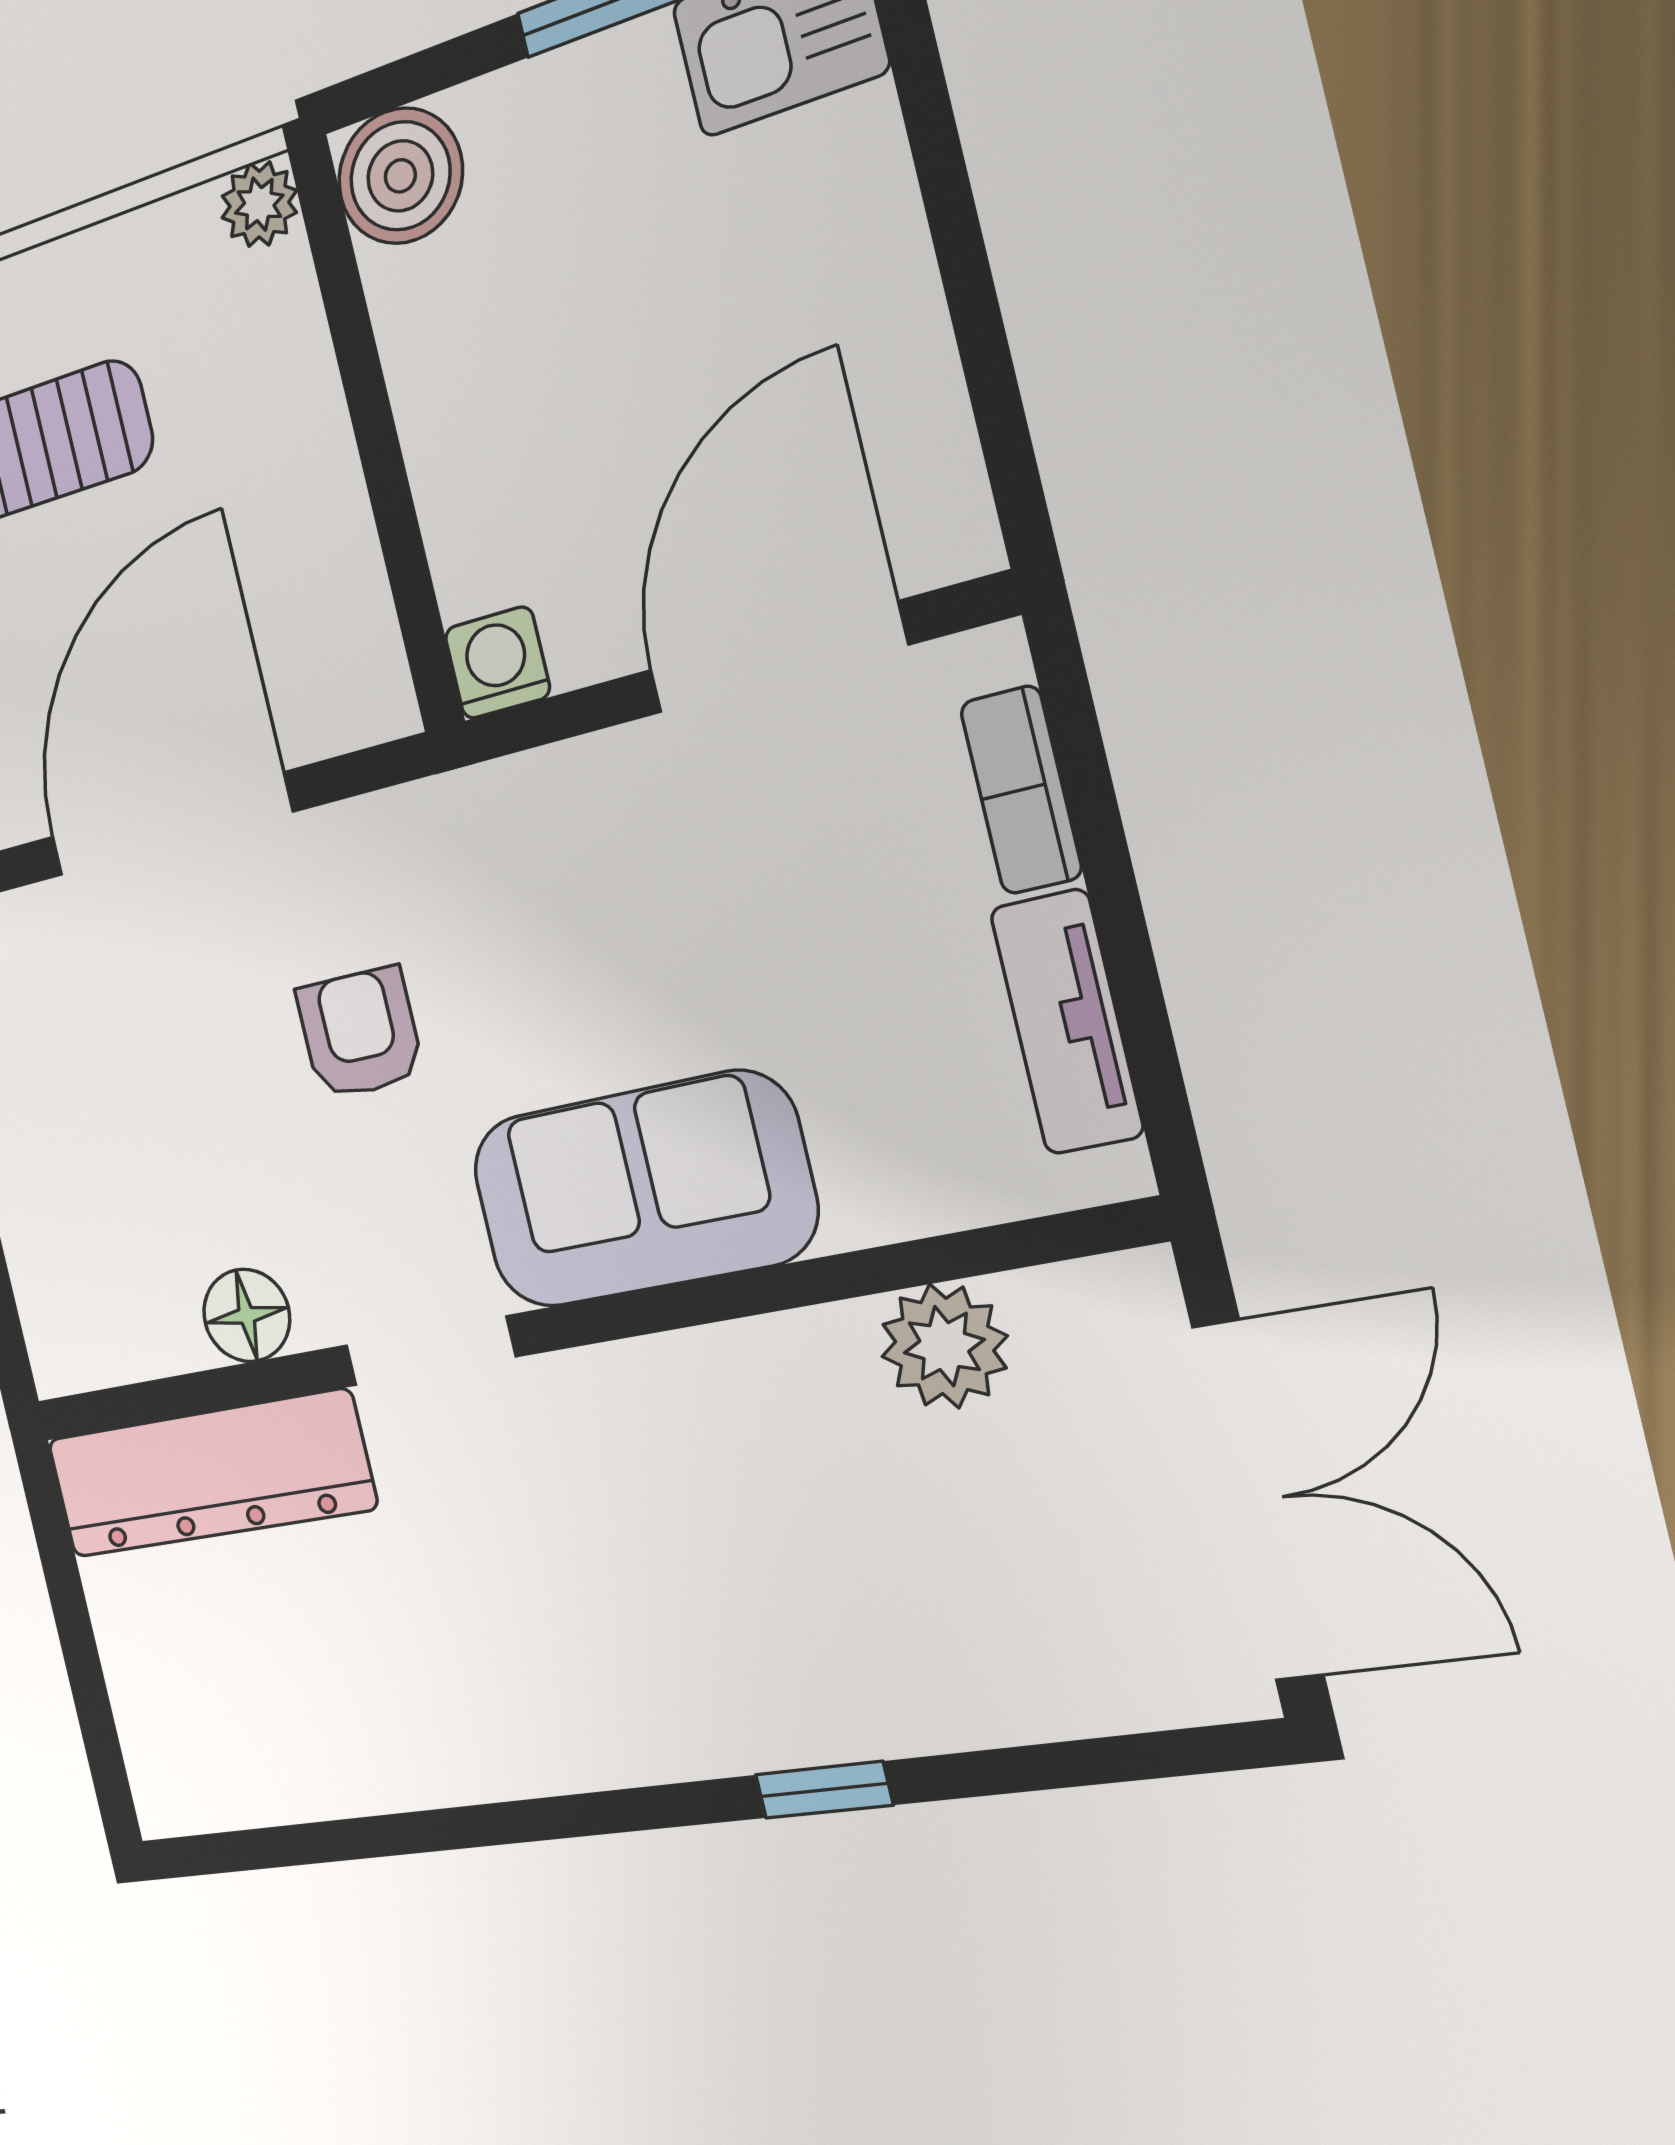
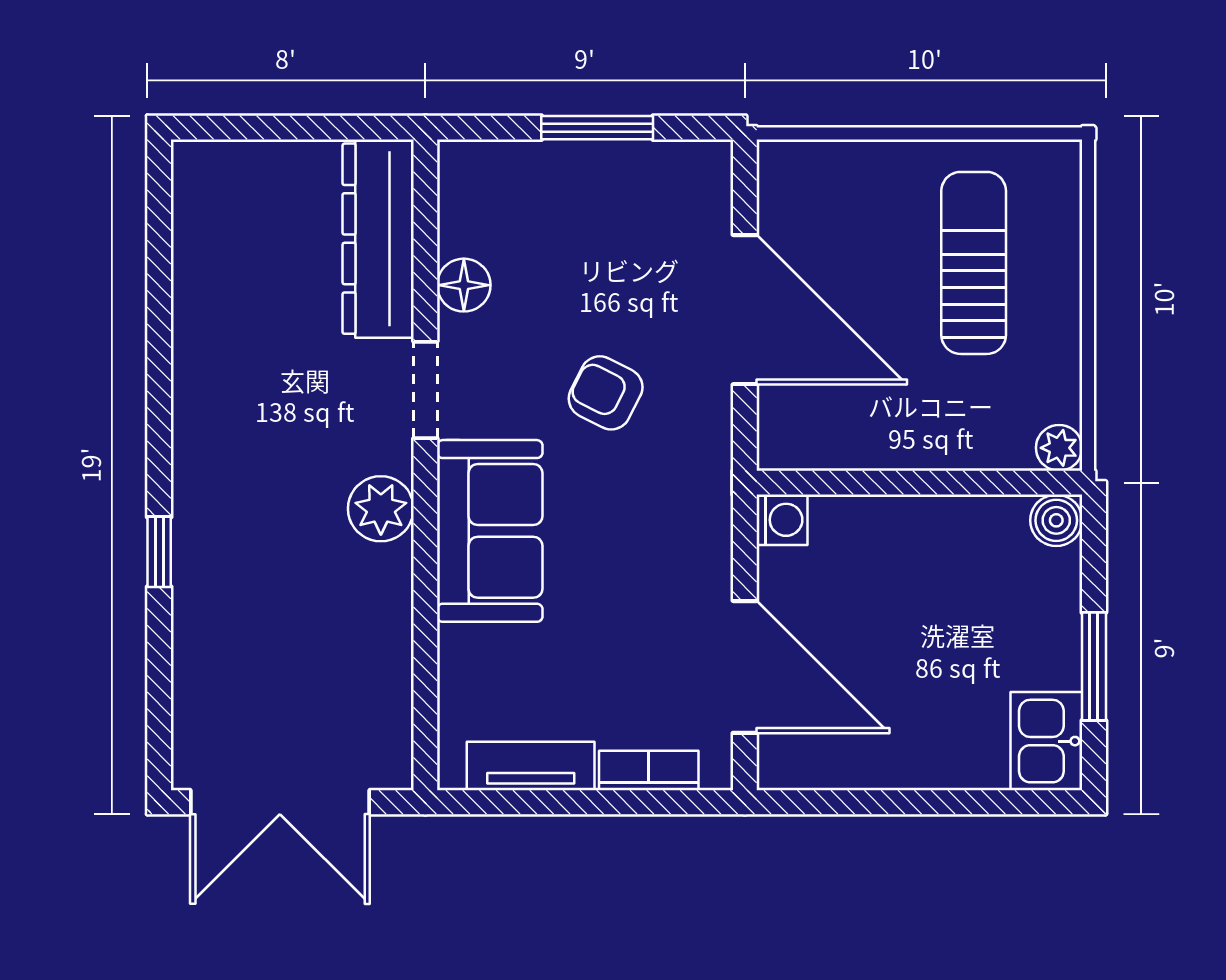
boiler: (400, 176) -> (1056, 520), width x0.73, depth x0.73
armchair: (360, 1033) -> (606, 393), turned -153
plant: (944, 1346) -> (381, 509), moved

